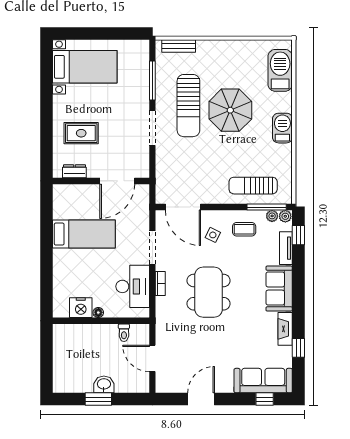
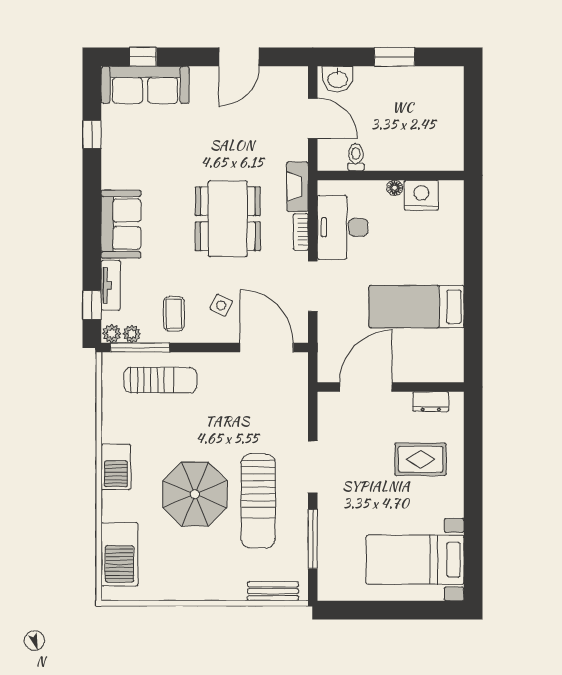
sun lounger: (188, 106) -> (258, 501), turned 180
coffee table: (244, 229) -> (174, 314), turned 90
fireplace: (285, 329) -> (297, 187), moved, turned 180
washbasin: (104, 384) -> (338, 79), moved

